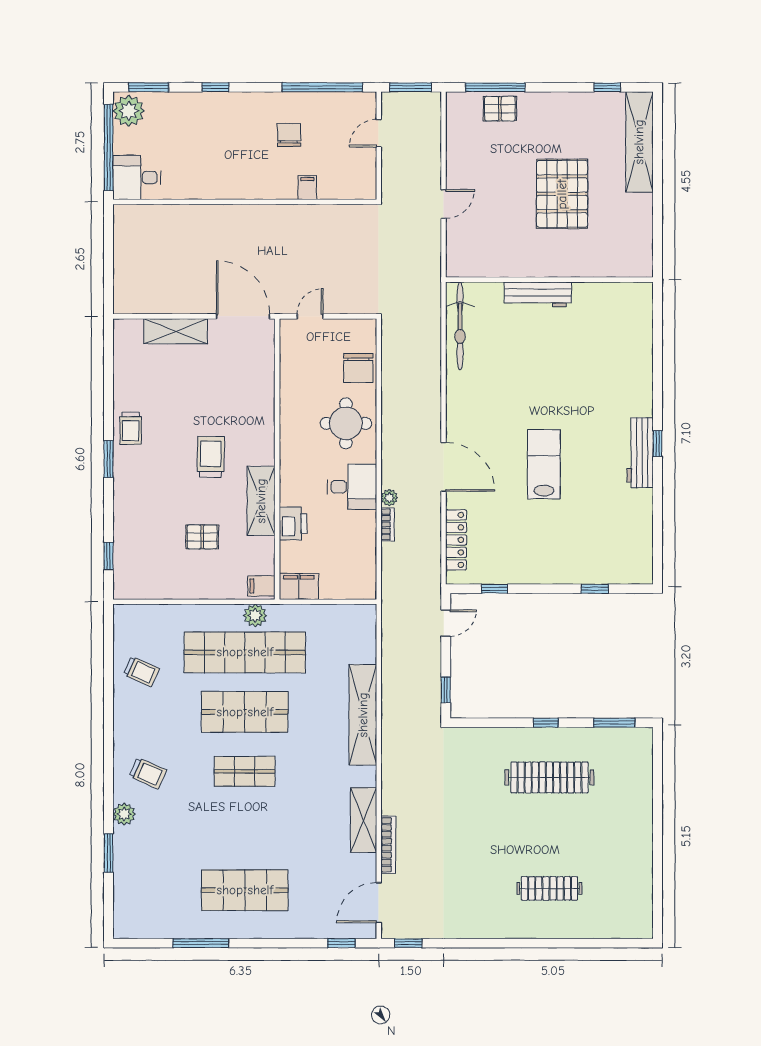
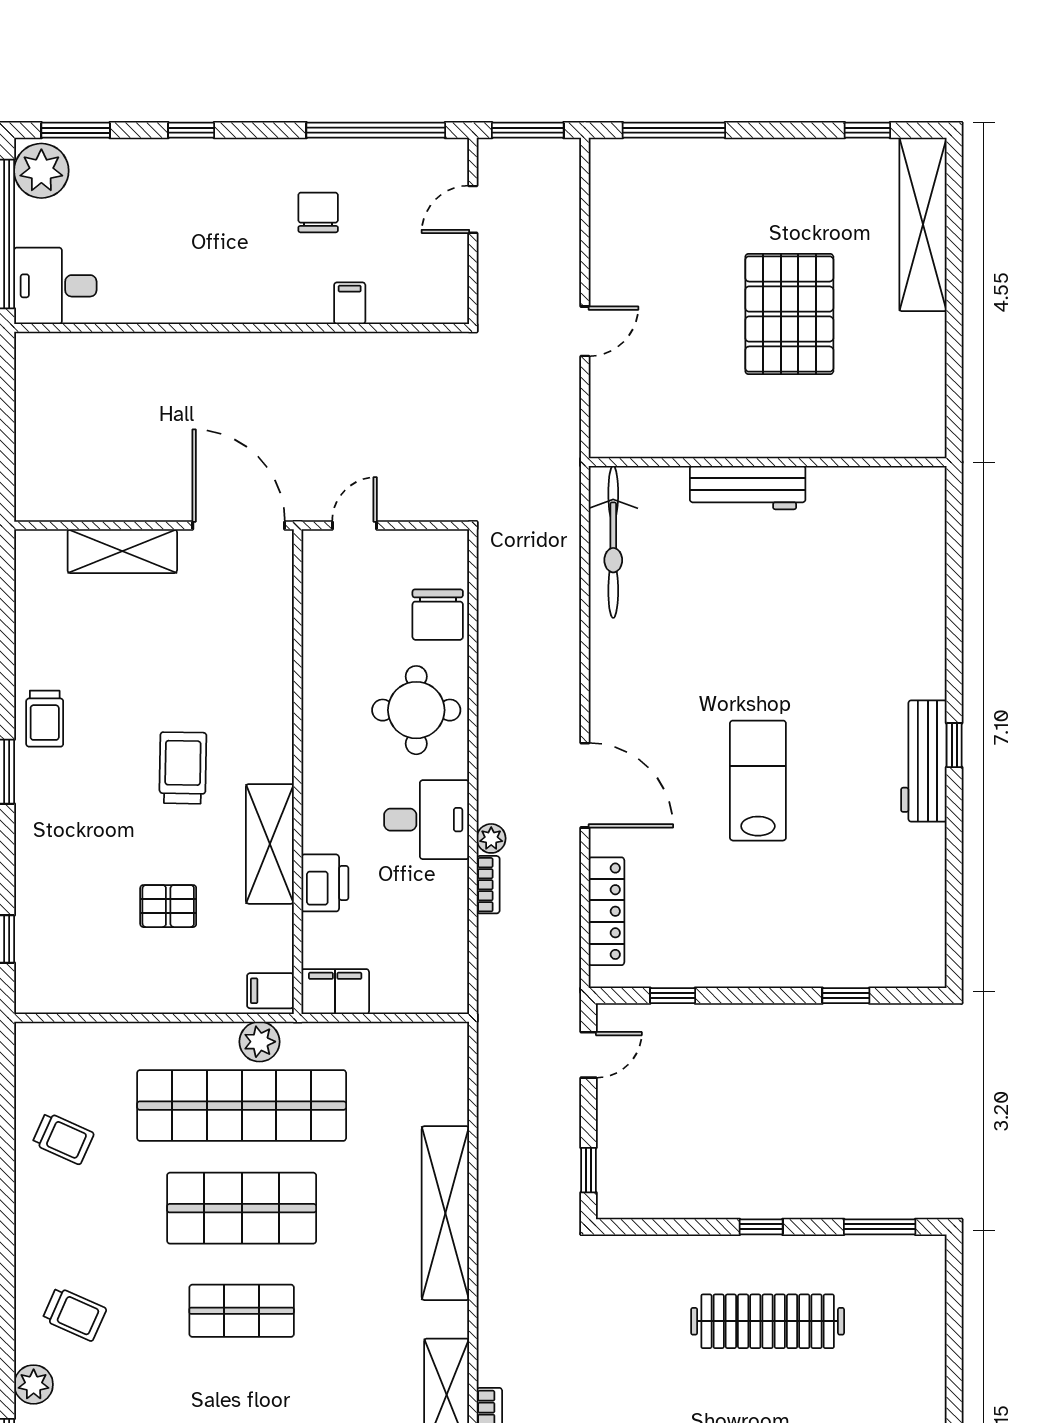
pallet: (500, 109) -> (682, 167), removed

